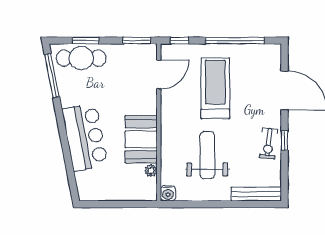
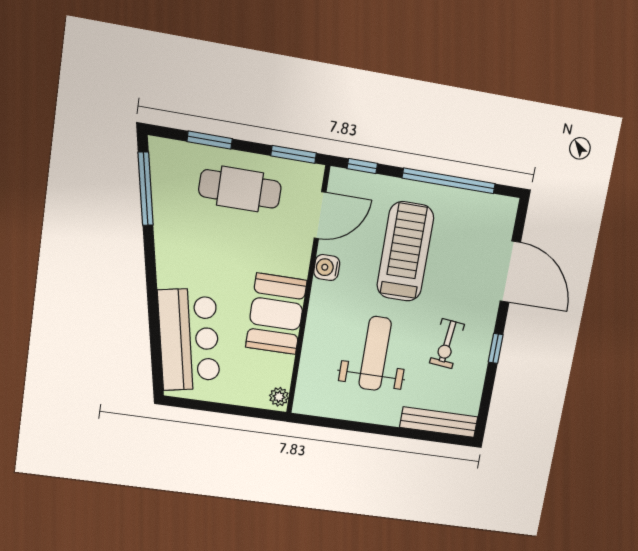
cafe table: (81, 58) -> (240, 189), moved
bar counter: (85, 137) -> (189, 339), moved
exercise bike: (269, 144) -> (447, 344), moved
plant: (151, 171) -> (279, 397), moved
water cooler: (168, 193) -> (327, 267), moved, turned 90

